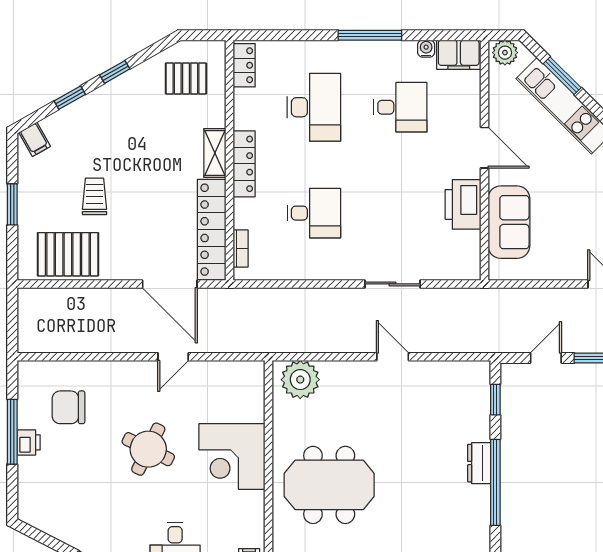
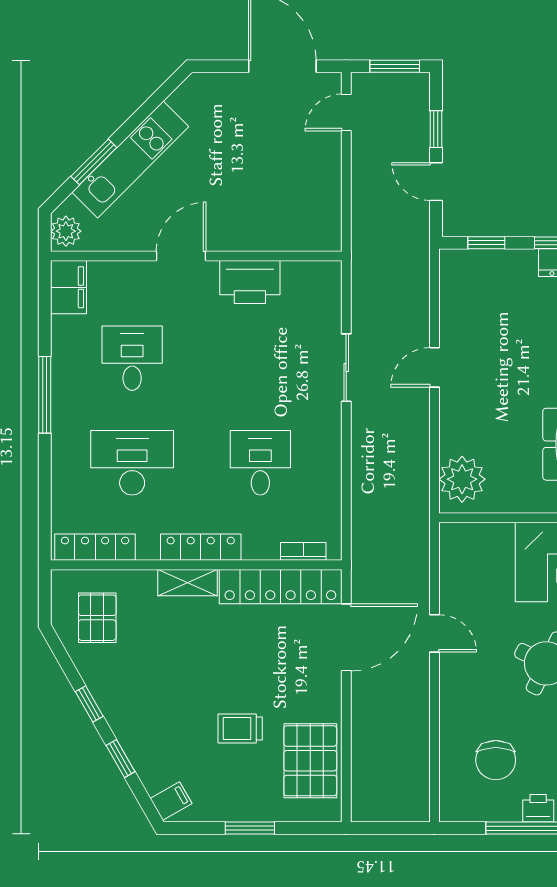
water cooler: (426, 49) -> (61, 327), removed
locker: (244, 65) -> (95, 547), width x1.53
sofa: (509, 222) -> (271, 226), removed

